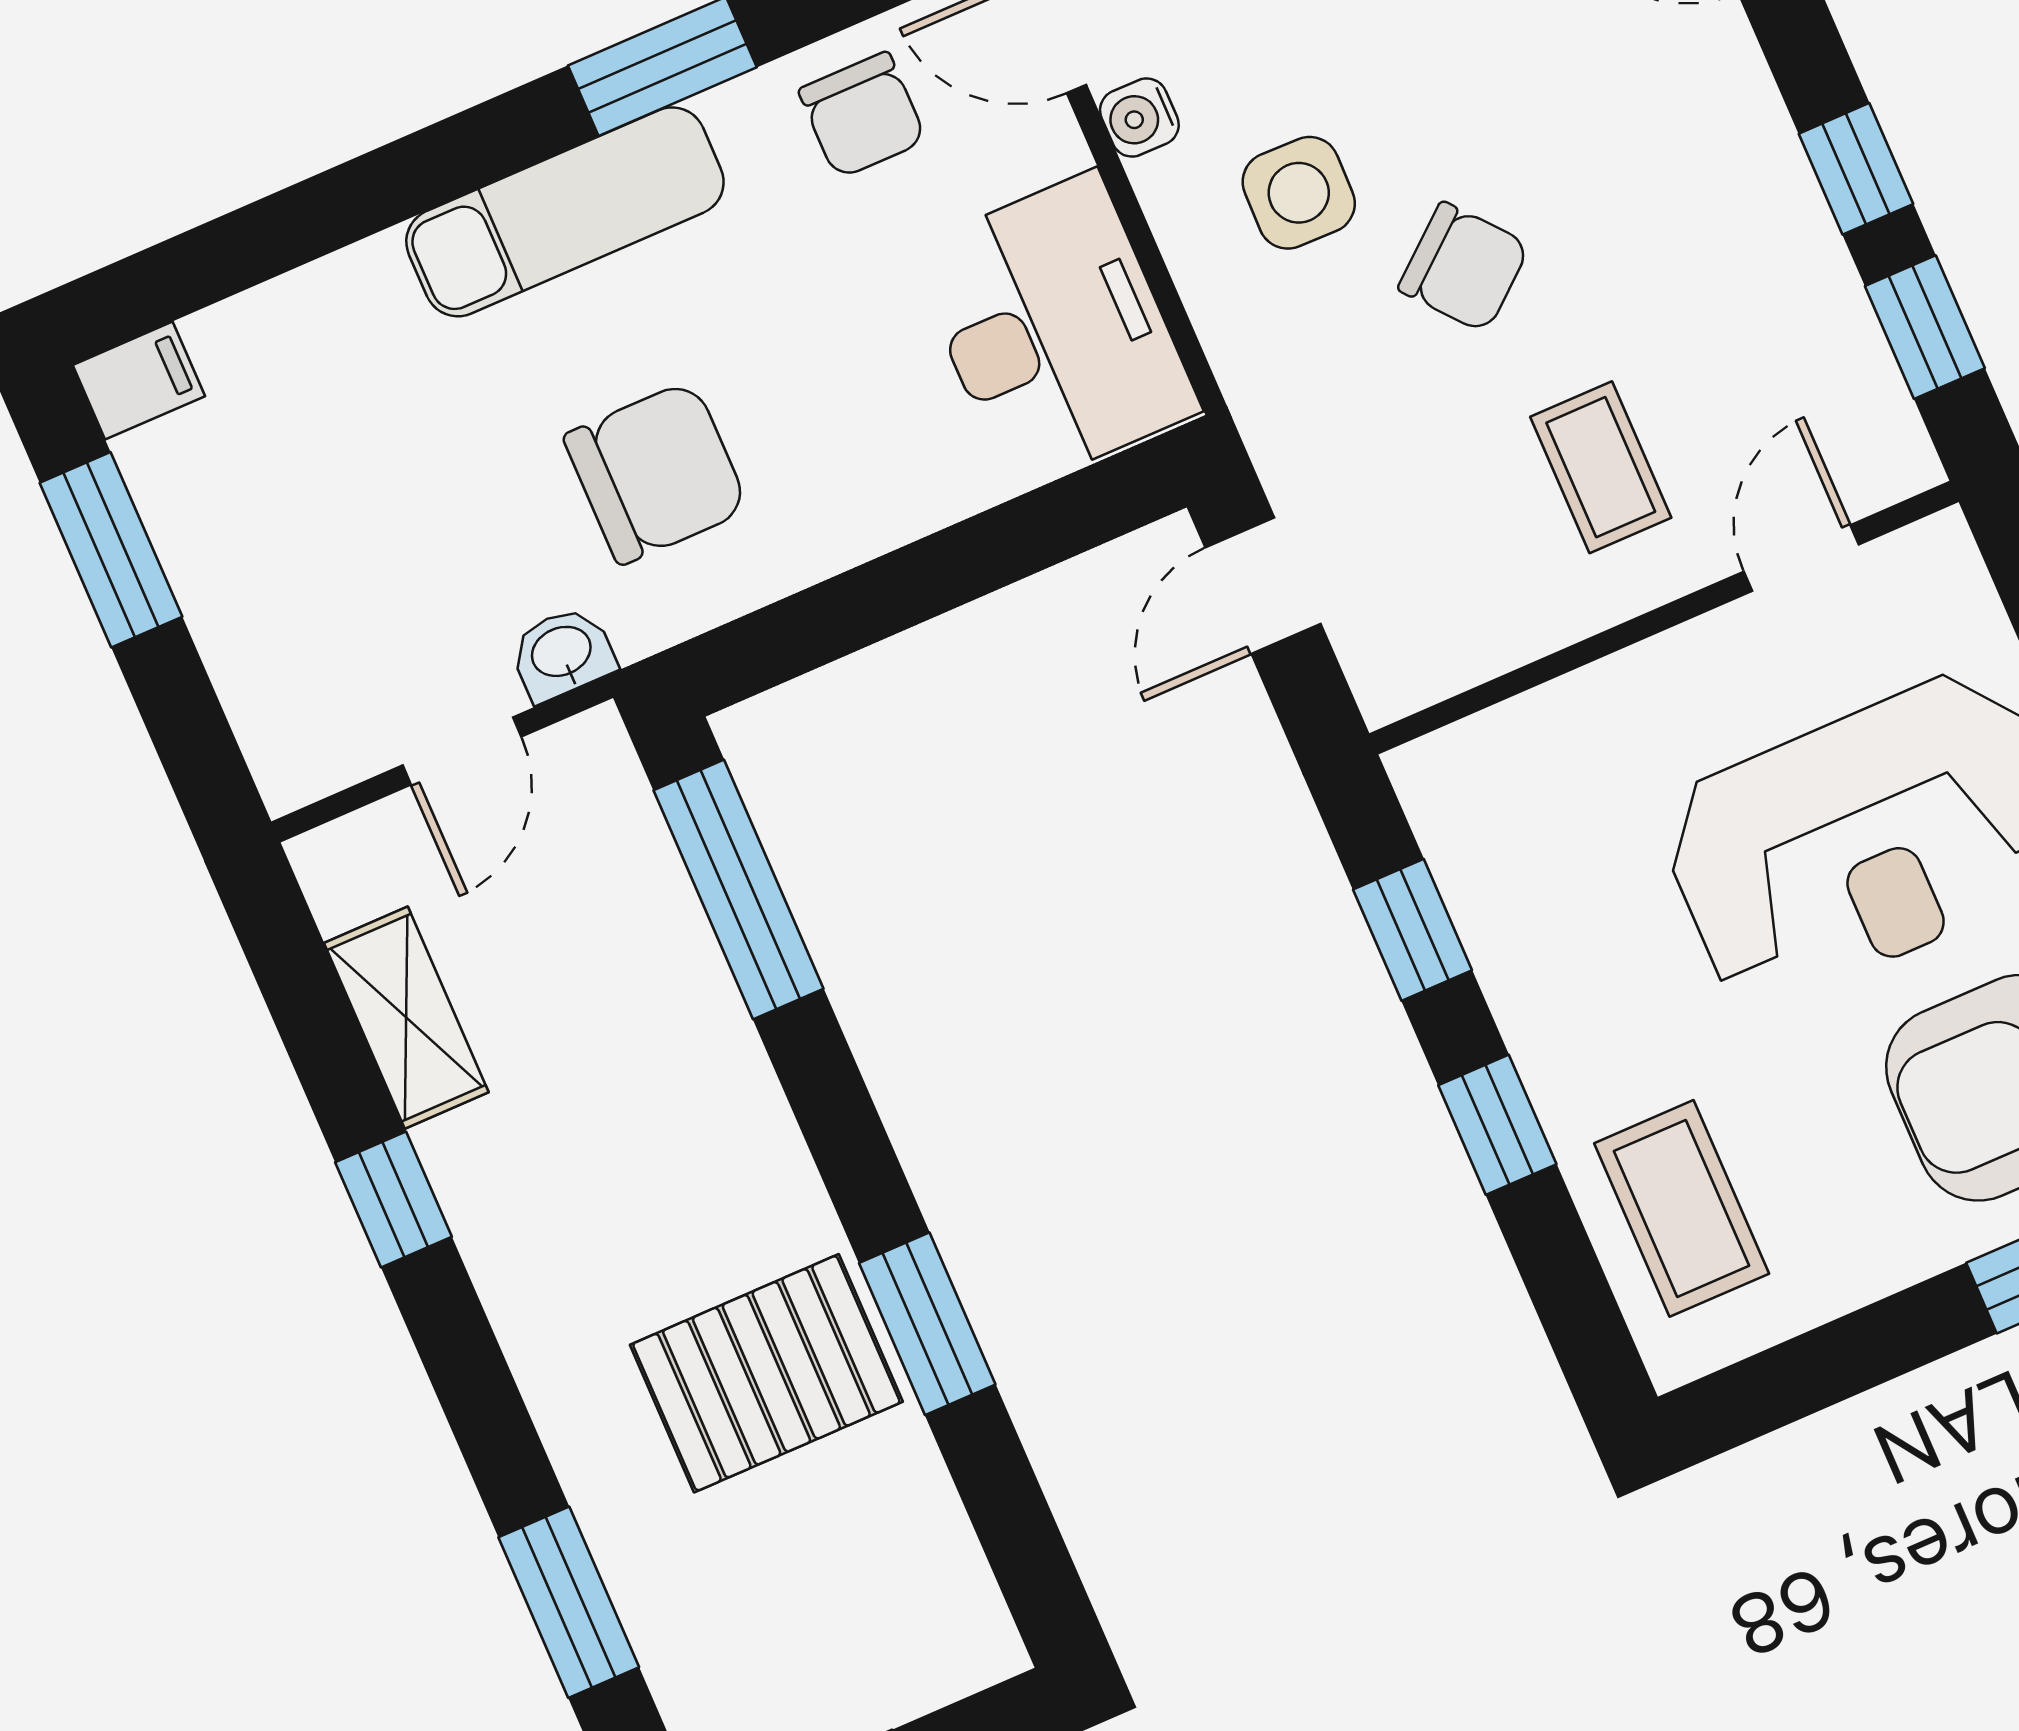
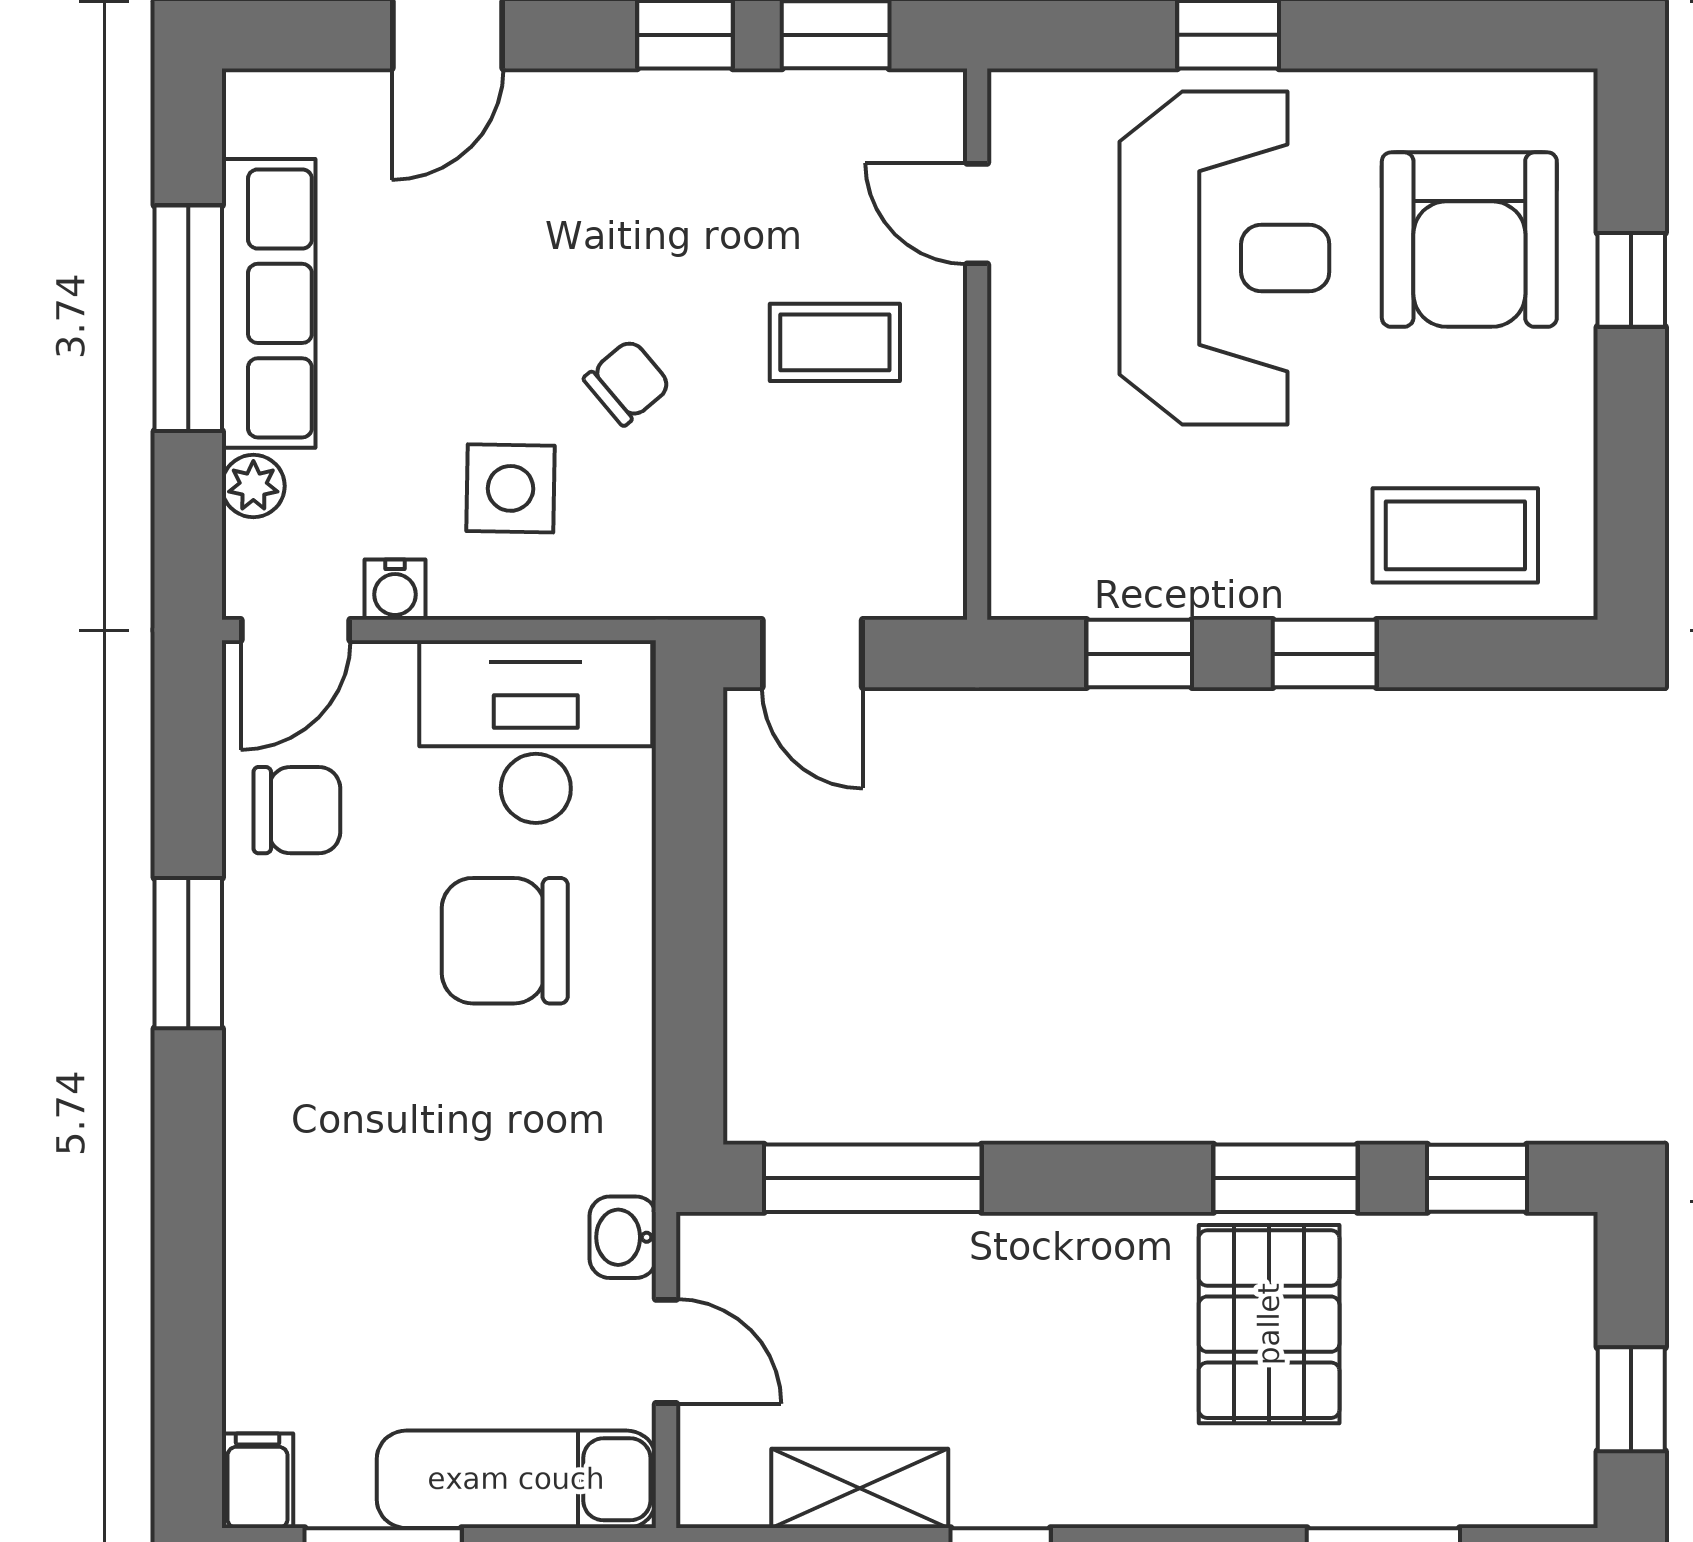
exam couch: (565, 212) -> (516, 1479), moved, turned -90
chair: (1464, 267) -> (627, 382), width x0.73, depth x0.73
chair: (656, 473) -> (505, 941), moved, turned -90
window: (1015, 1525) -> (1477, 1178), added

